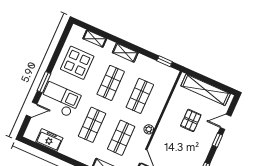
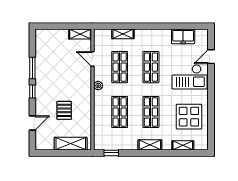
window: (44, 82) -> (211, 86), removed
shelving: (206, 90) -> (71, 144), width x0.68
window: (217, 140) -> (32, 92), moved

